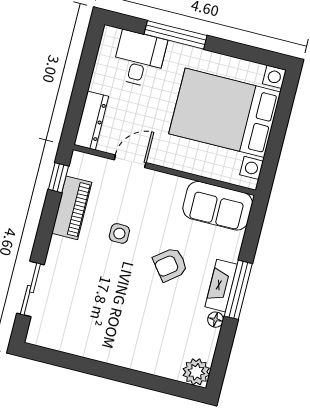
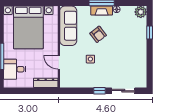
window: (58, 178) -> (99, 91), moved
sofa: (218, 206) -> (68, 26), width x1.36
piano: (72, 208) -> (85, 82), removed
window: (145, 380) -> (150, 33), added

